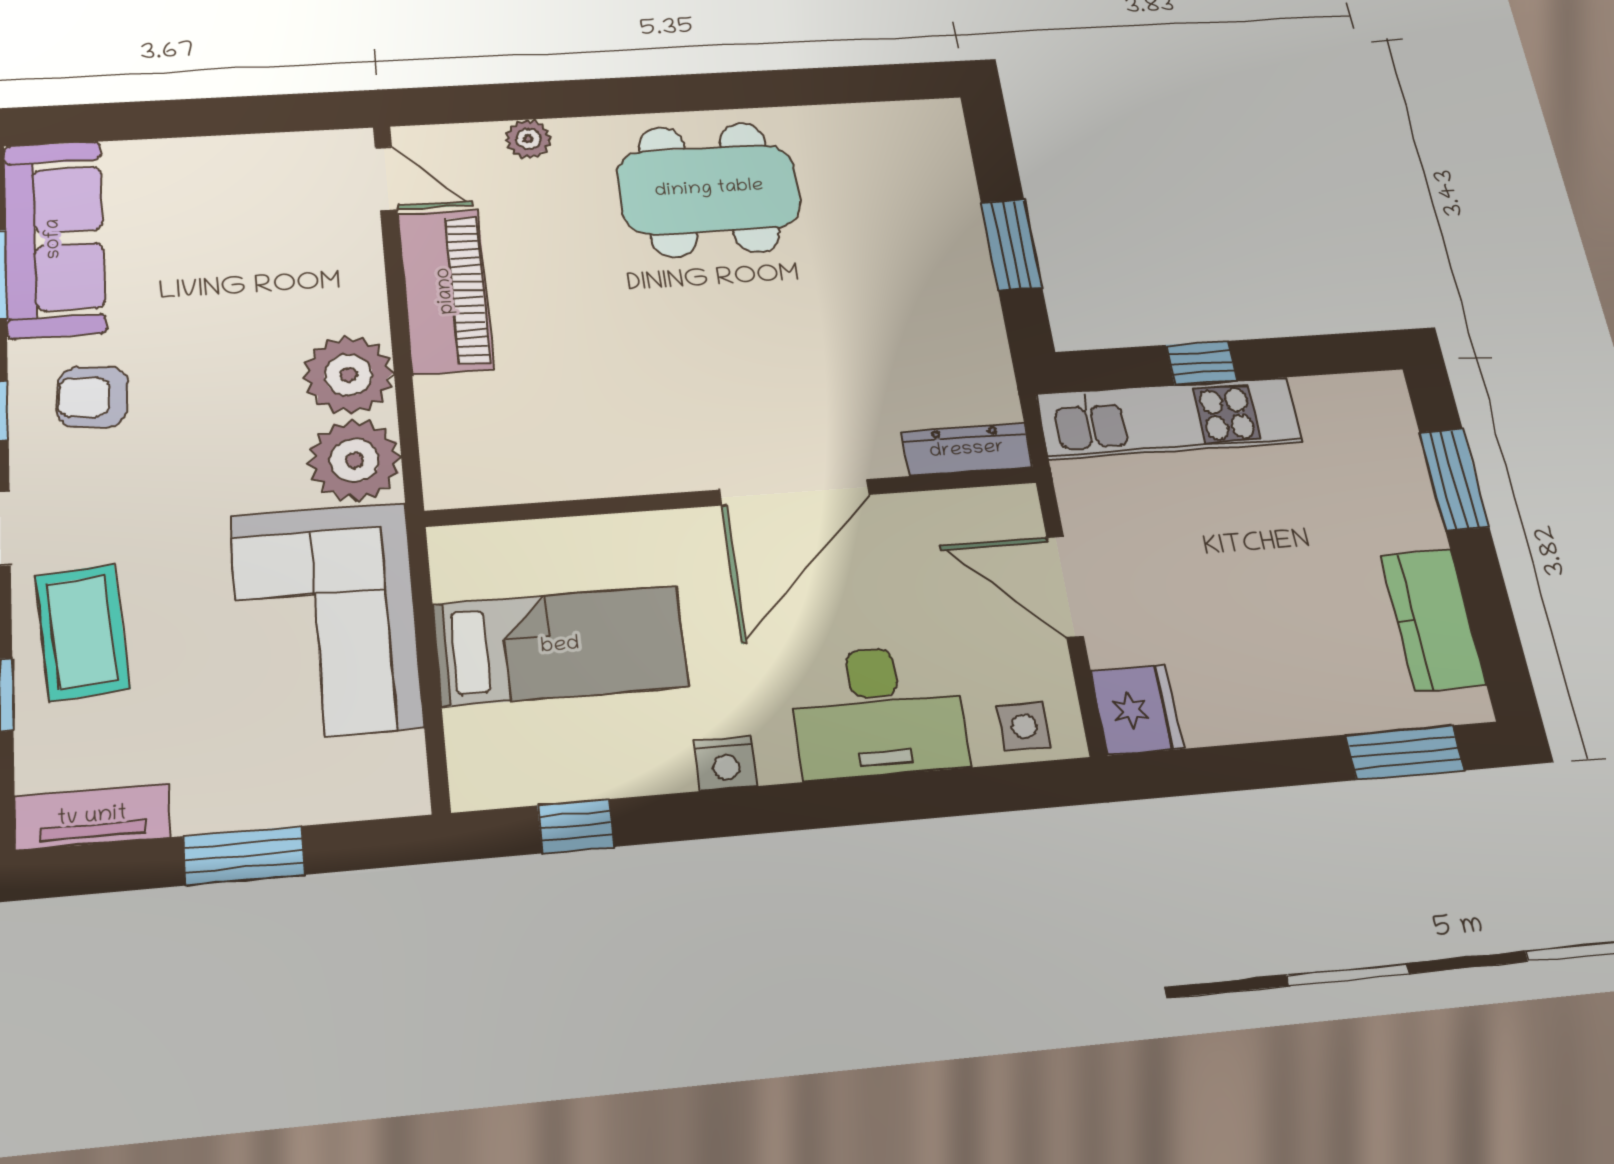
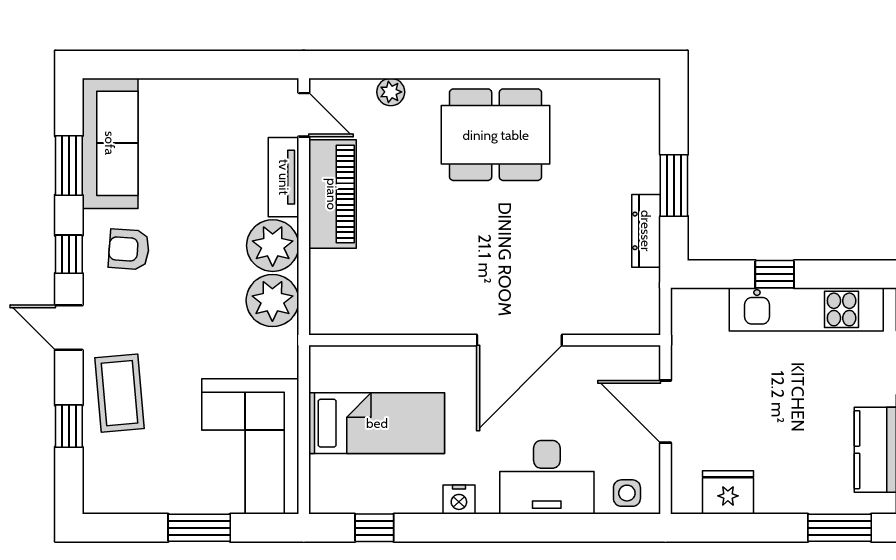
kitchen unit: (1169, 418) -> (806, 309), moved
dresser: (967, 450) -> (646, 231), moved, turned -90
corner sofa: (326, 620) -> (250, 446), moved
fridge: (1137, 710) -> (728, 492), moved, turned -90
tv unit: (92, 817) -> (284, 177), moved, turned -90

